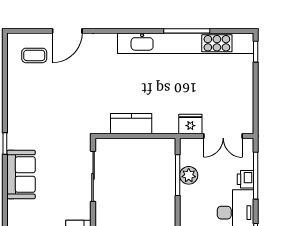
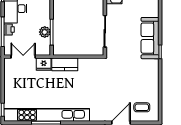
kitchen counter: (131, 124) -> (65, 64), moved
sofa: (21, 174) -> (150, 38), width x1.36

